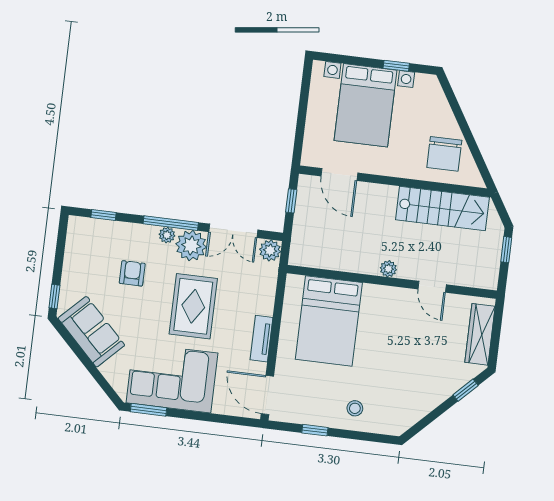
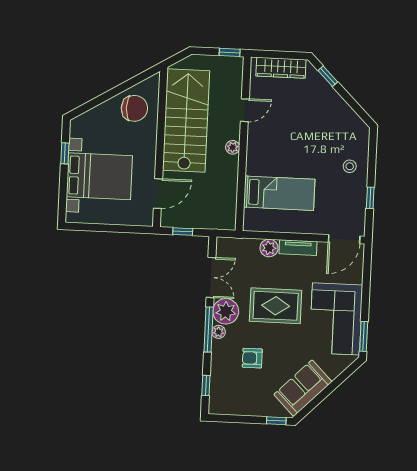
stairs: (442, 209) -> (186, 120), width x1.36, depth x1.51
plant: (270, 250) -> (269, 248), moved
window: (506, 250) -> (230, 52), moved
bed: (329, 321) -> (279, 193), width x0.67

